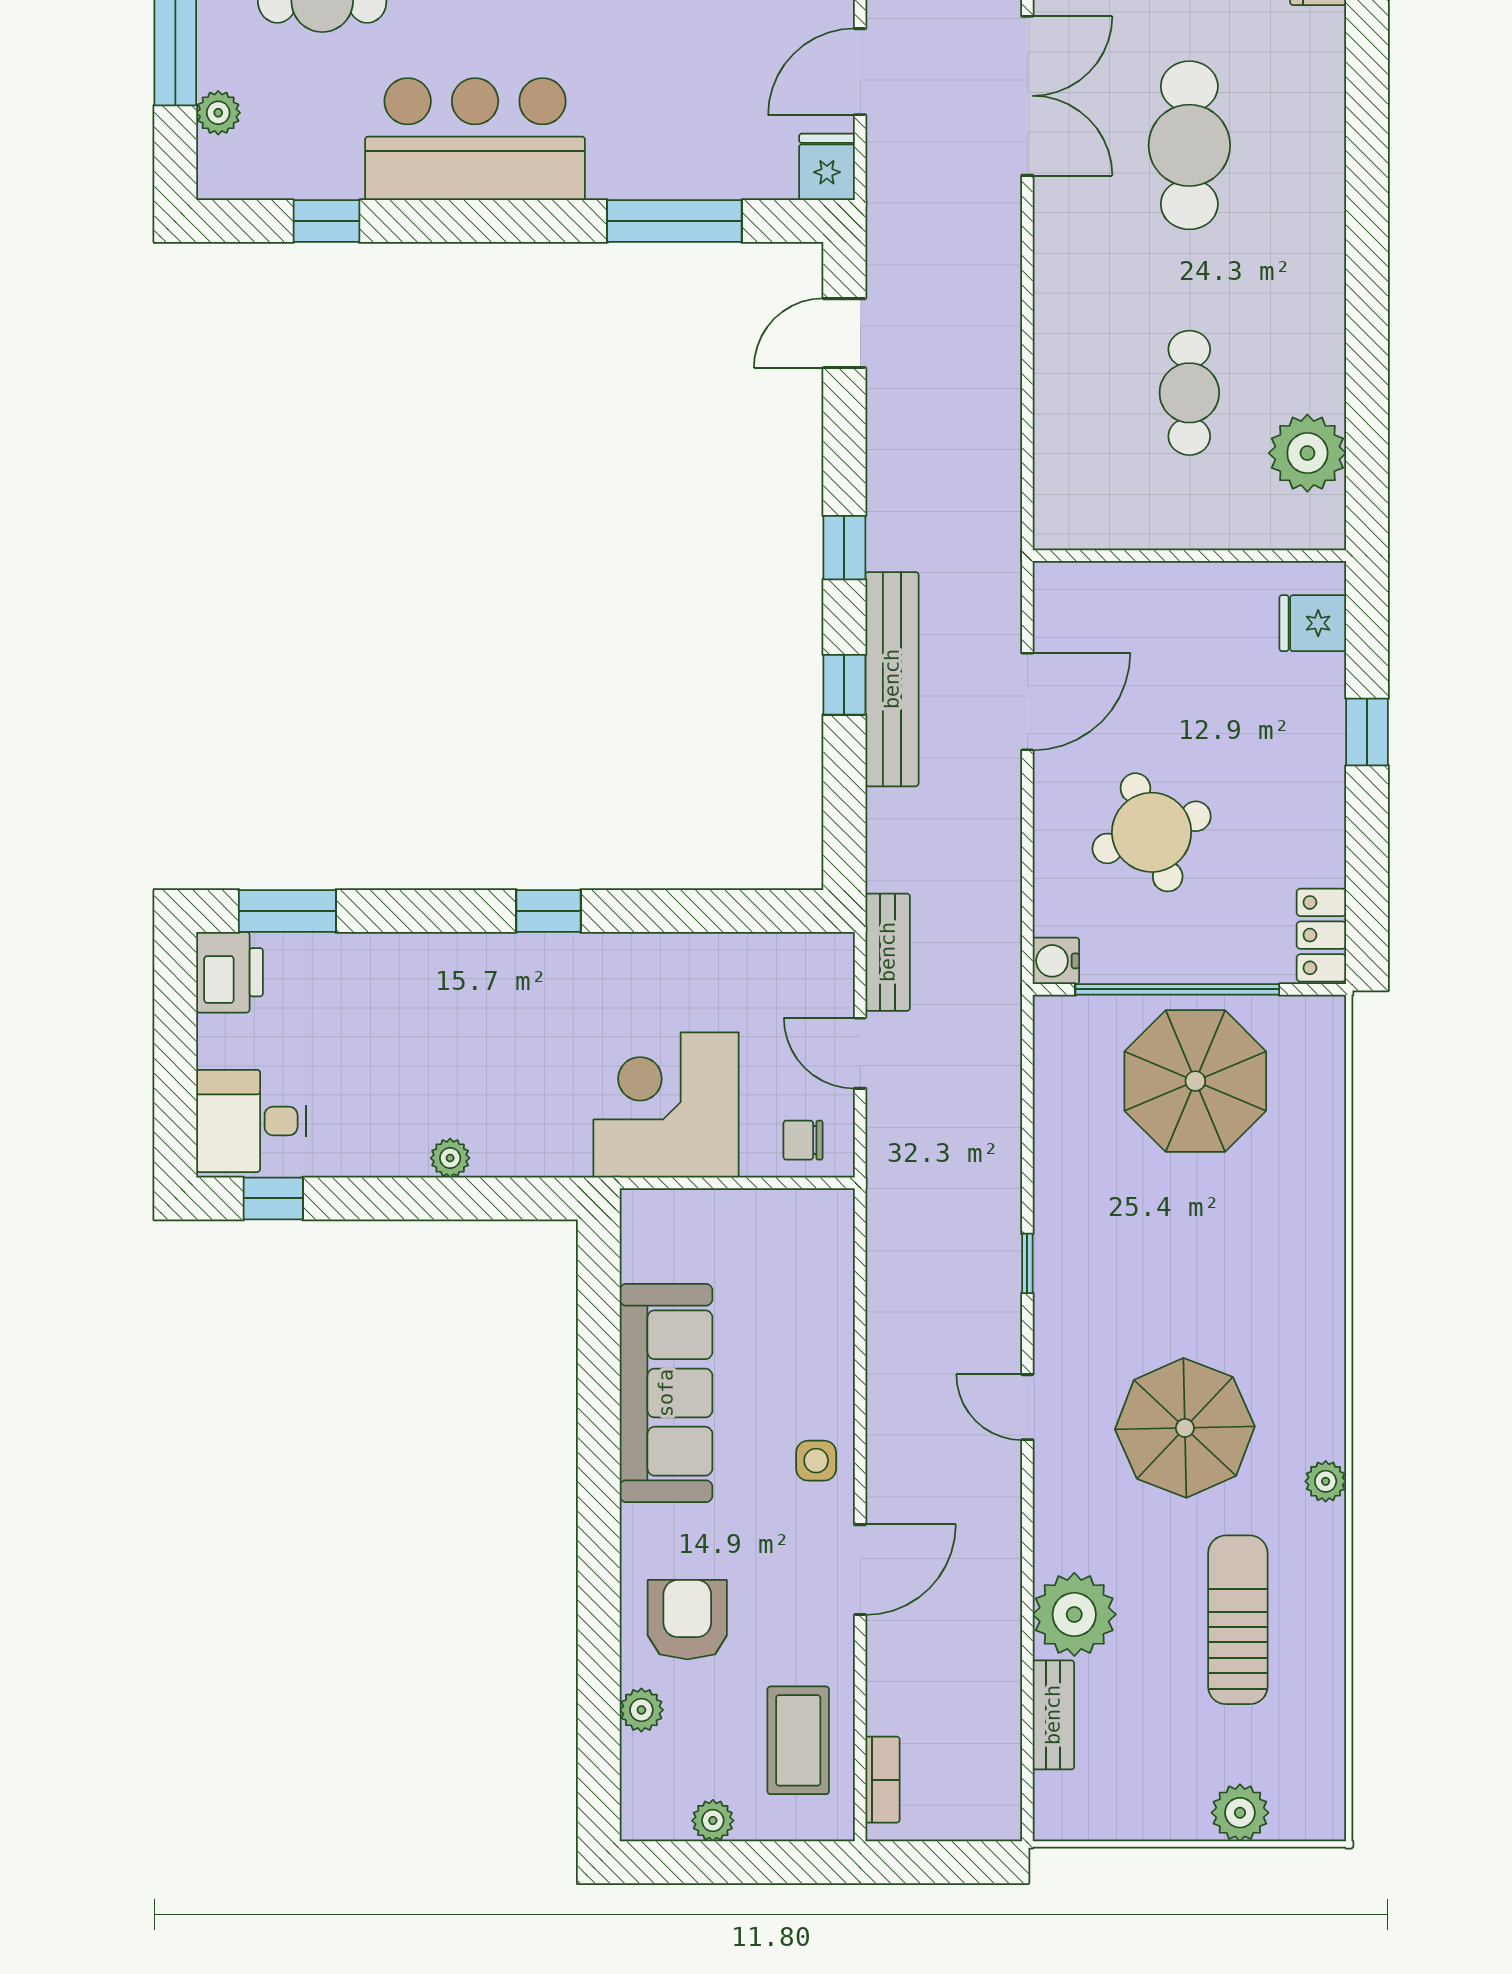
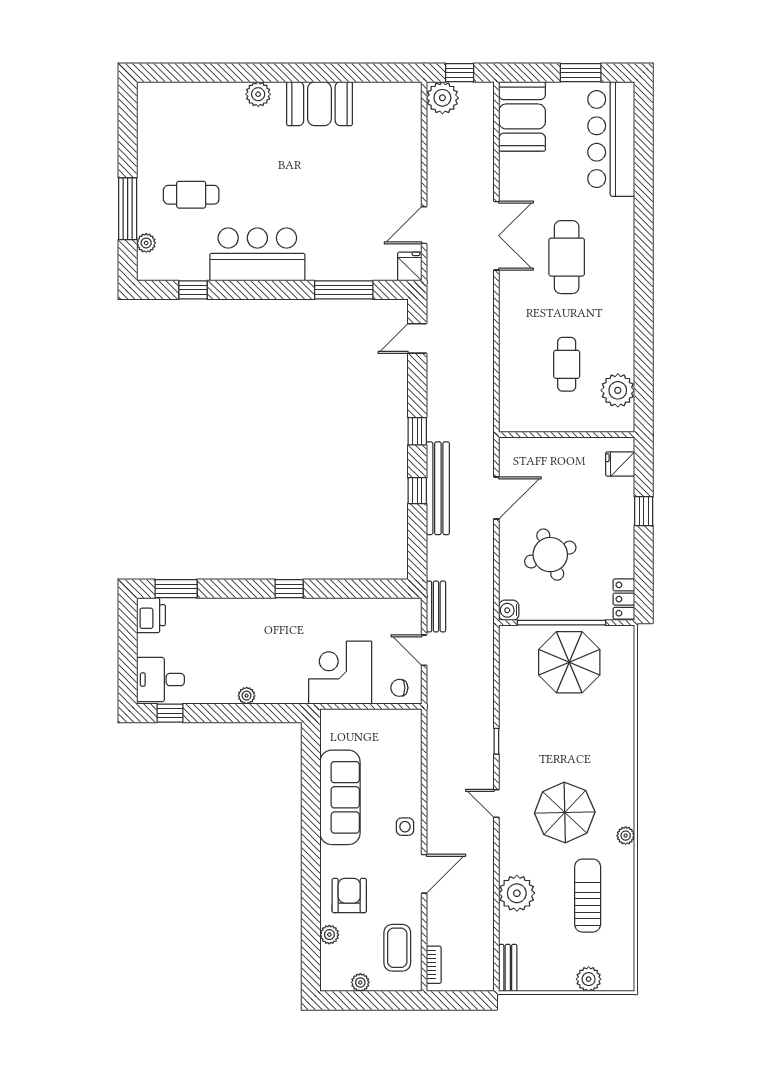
bench: (1053, 1715) -> (508, 968), moved

